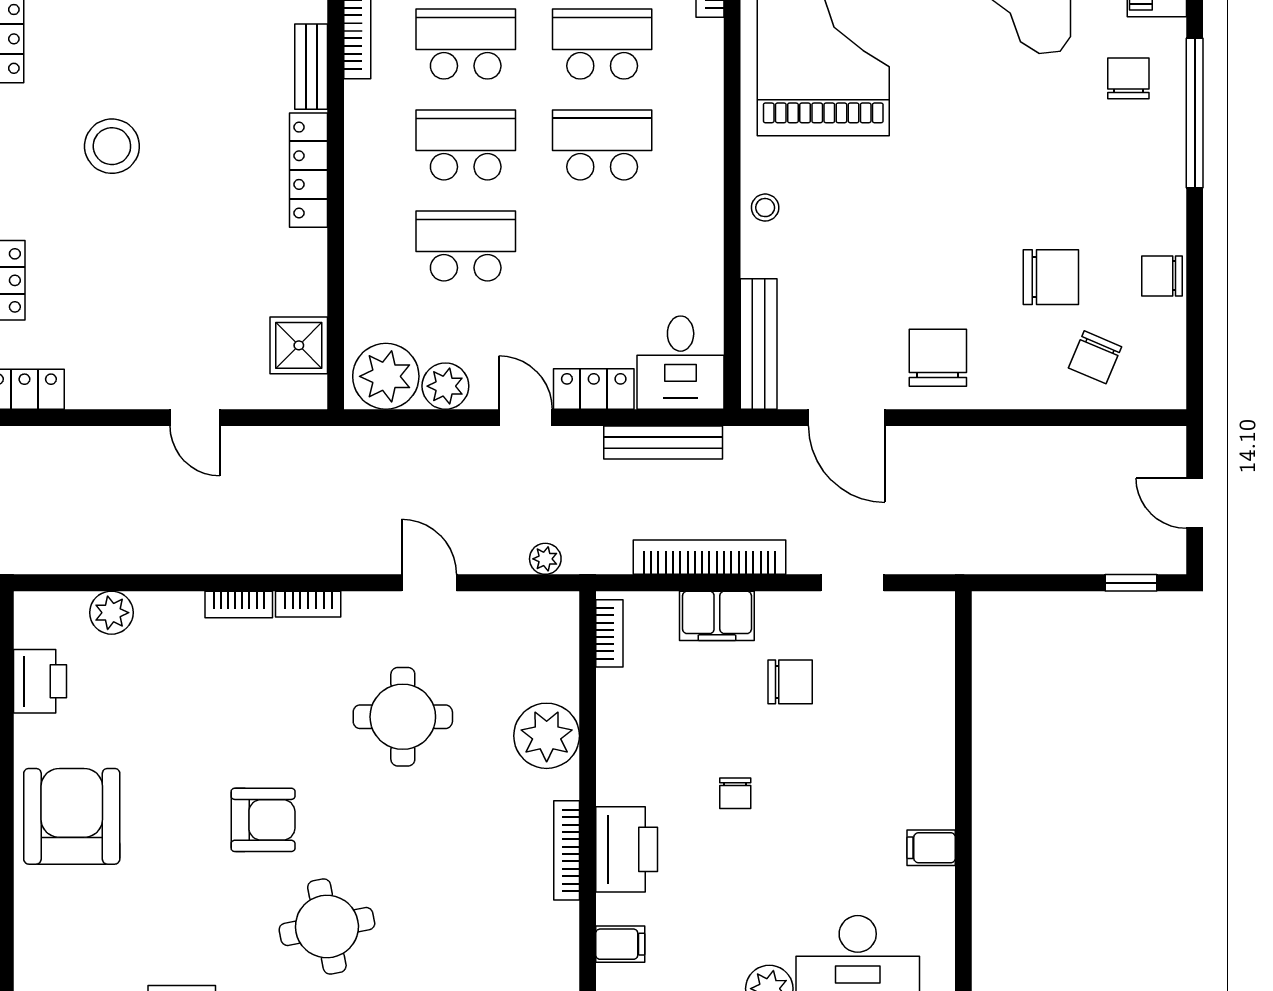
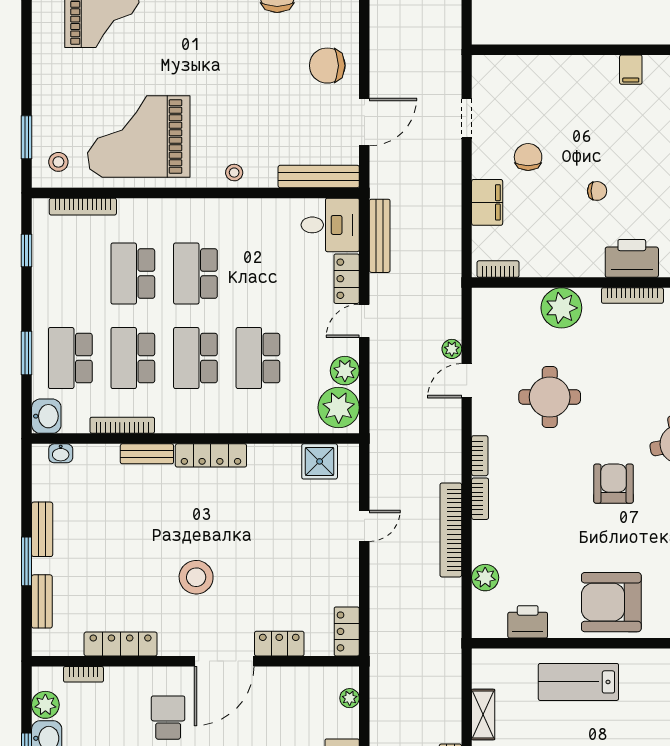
bookcase: (709, 557) -> (451, 530), moved
plant: (545, 559) -> (452, 349), moved

